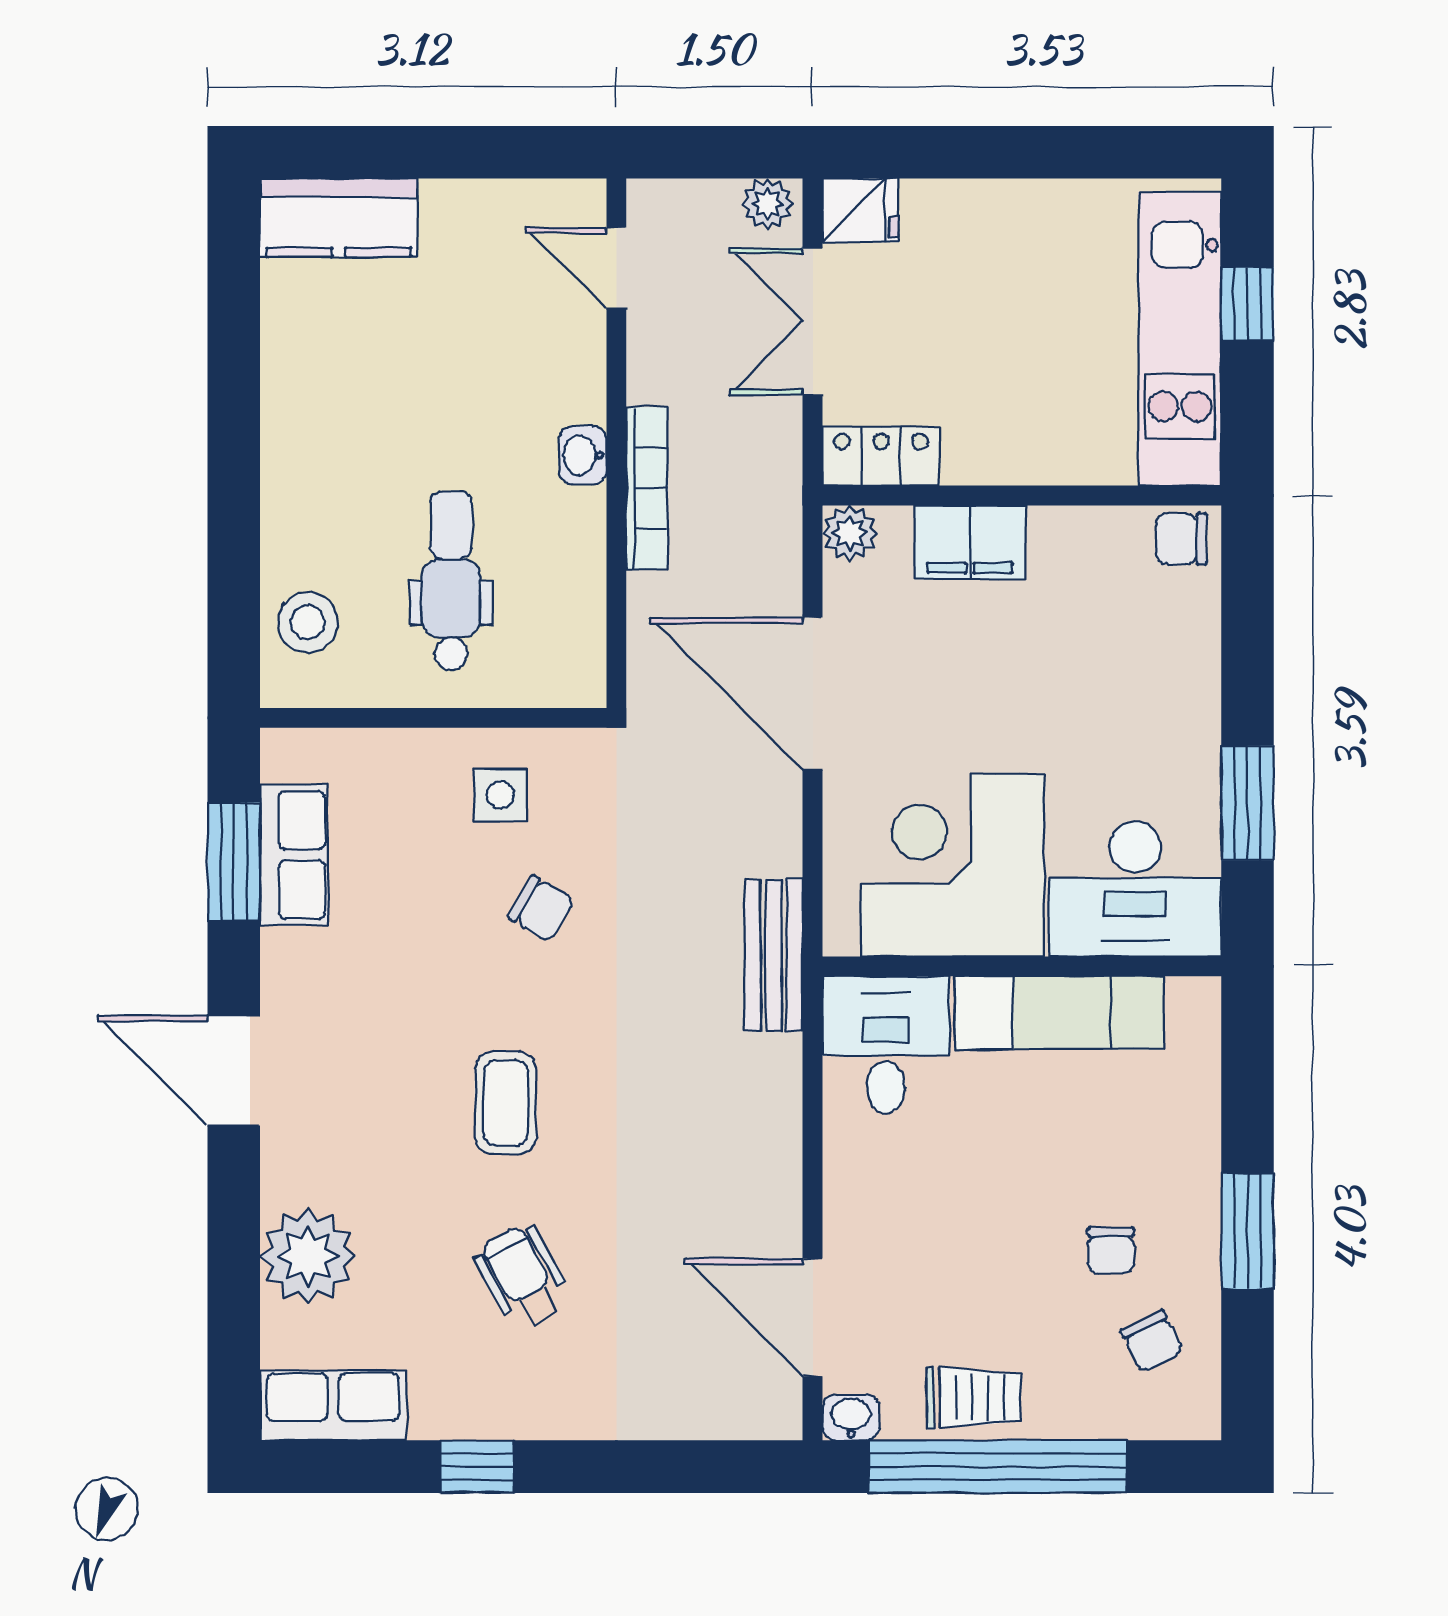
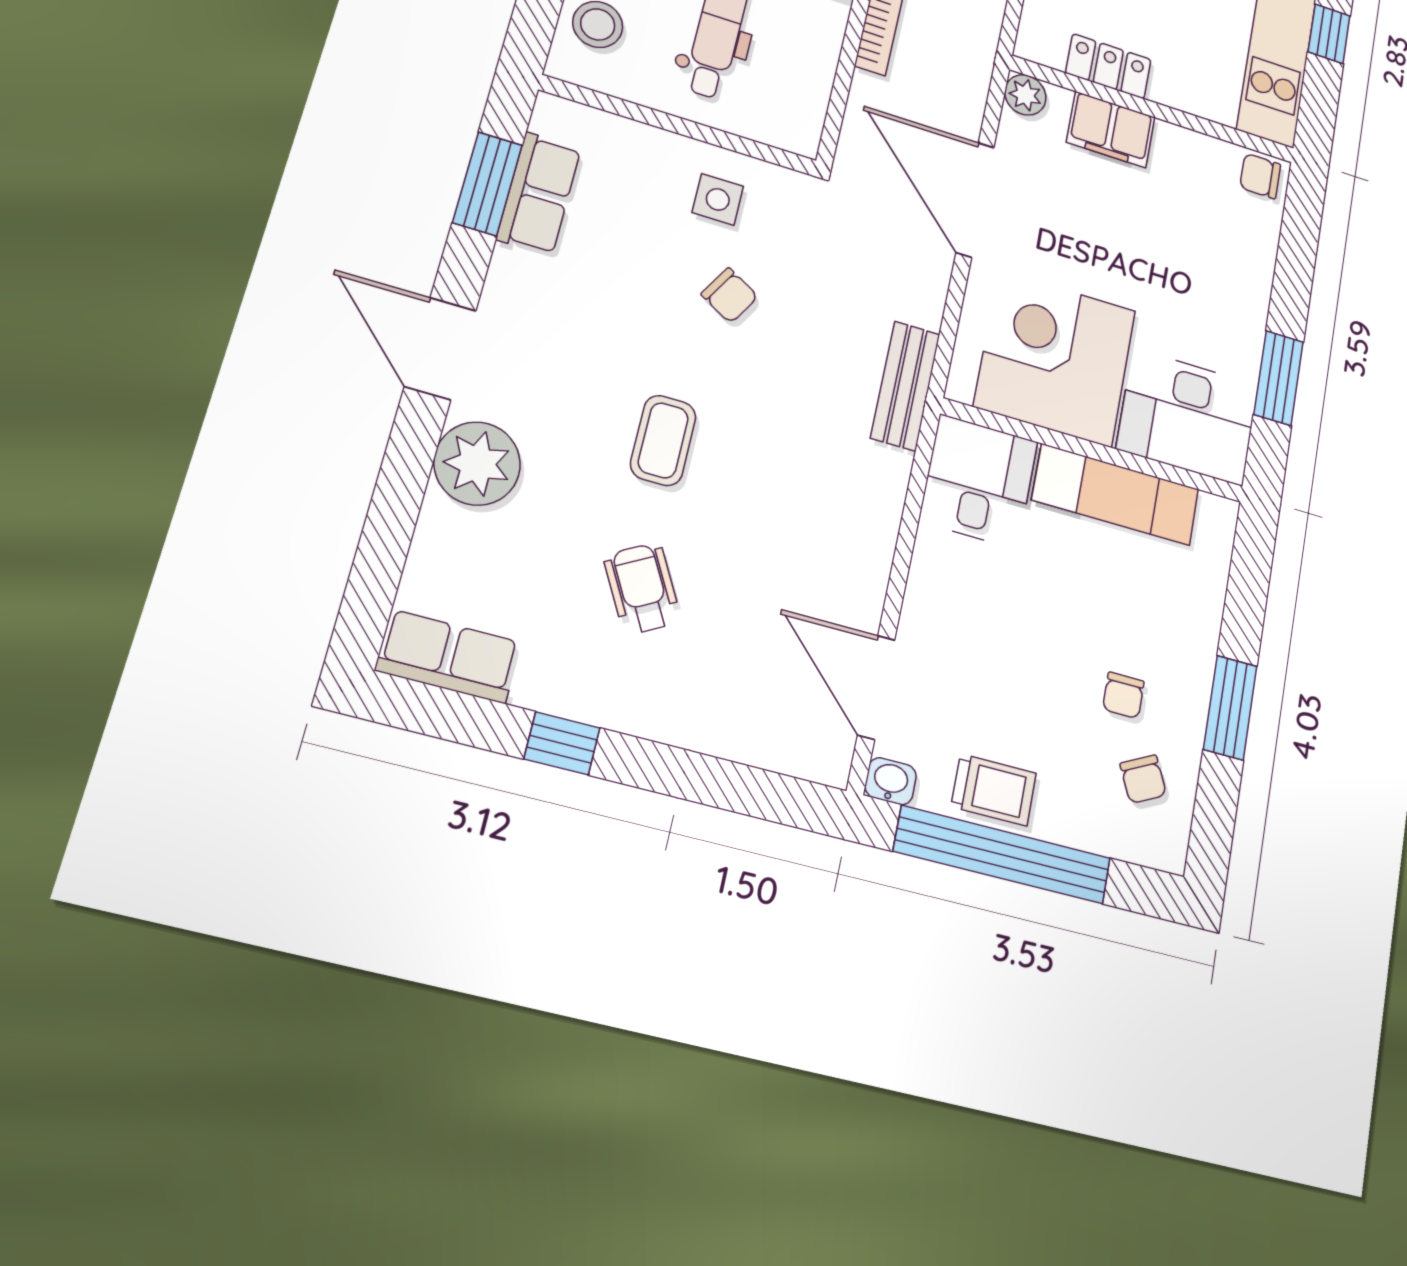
locker: (881, 456) -> (1108, 66), moved
plant: (308, 1256) -> (477, 463), moved

